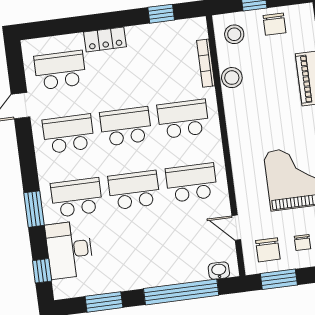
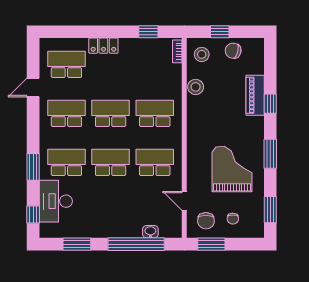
chair: (274, 24) -> (233, 51), turned 104
bookcase: (206, 63) -> (177, 51), moved, width x0.64
washbasin: (219, 271) -> (150, 232), moved

